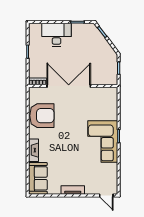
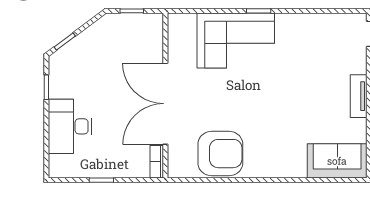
armchair: (42, 116) -> (220, 154), turned 90
corner sofa: (103, 141) -> (236, 41), moved
fireplace: (34, 150) -> (285, 169), removed

